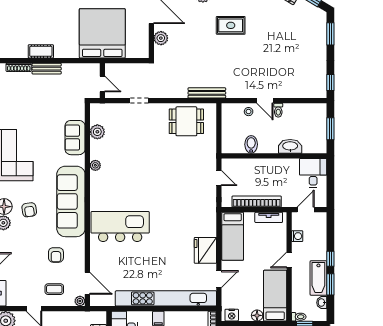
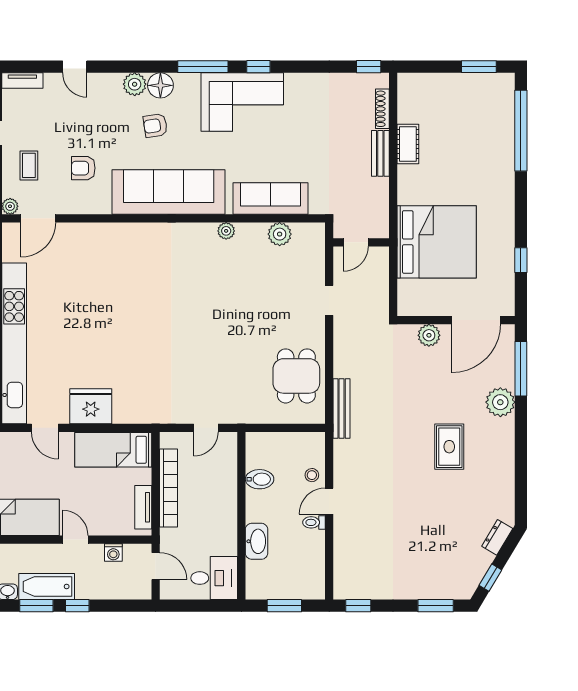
sofa: (75, 138) -> (270, 198), width x1.36
kitchen island: (120, 227) -> (129, 270), removed

